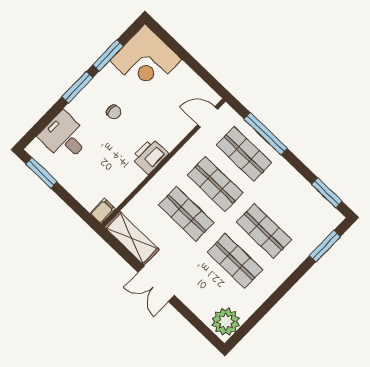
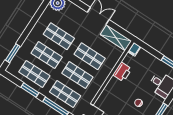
printer: (150, 156) -> (122, 72), moved
window: (327, 193) -> (30, 90), moved
shop shelf: (293, 201) -> (34, 74), added

